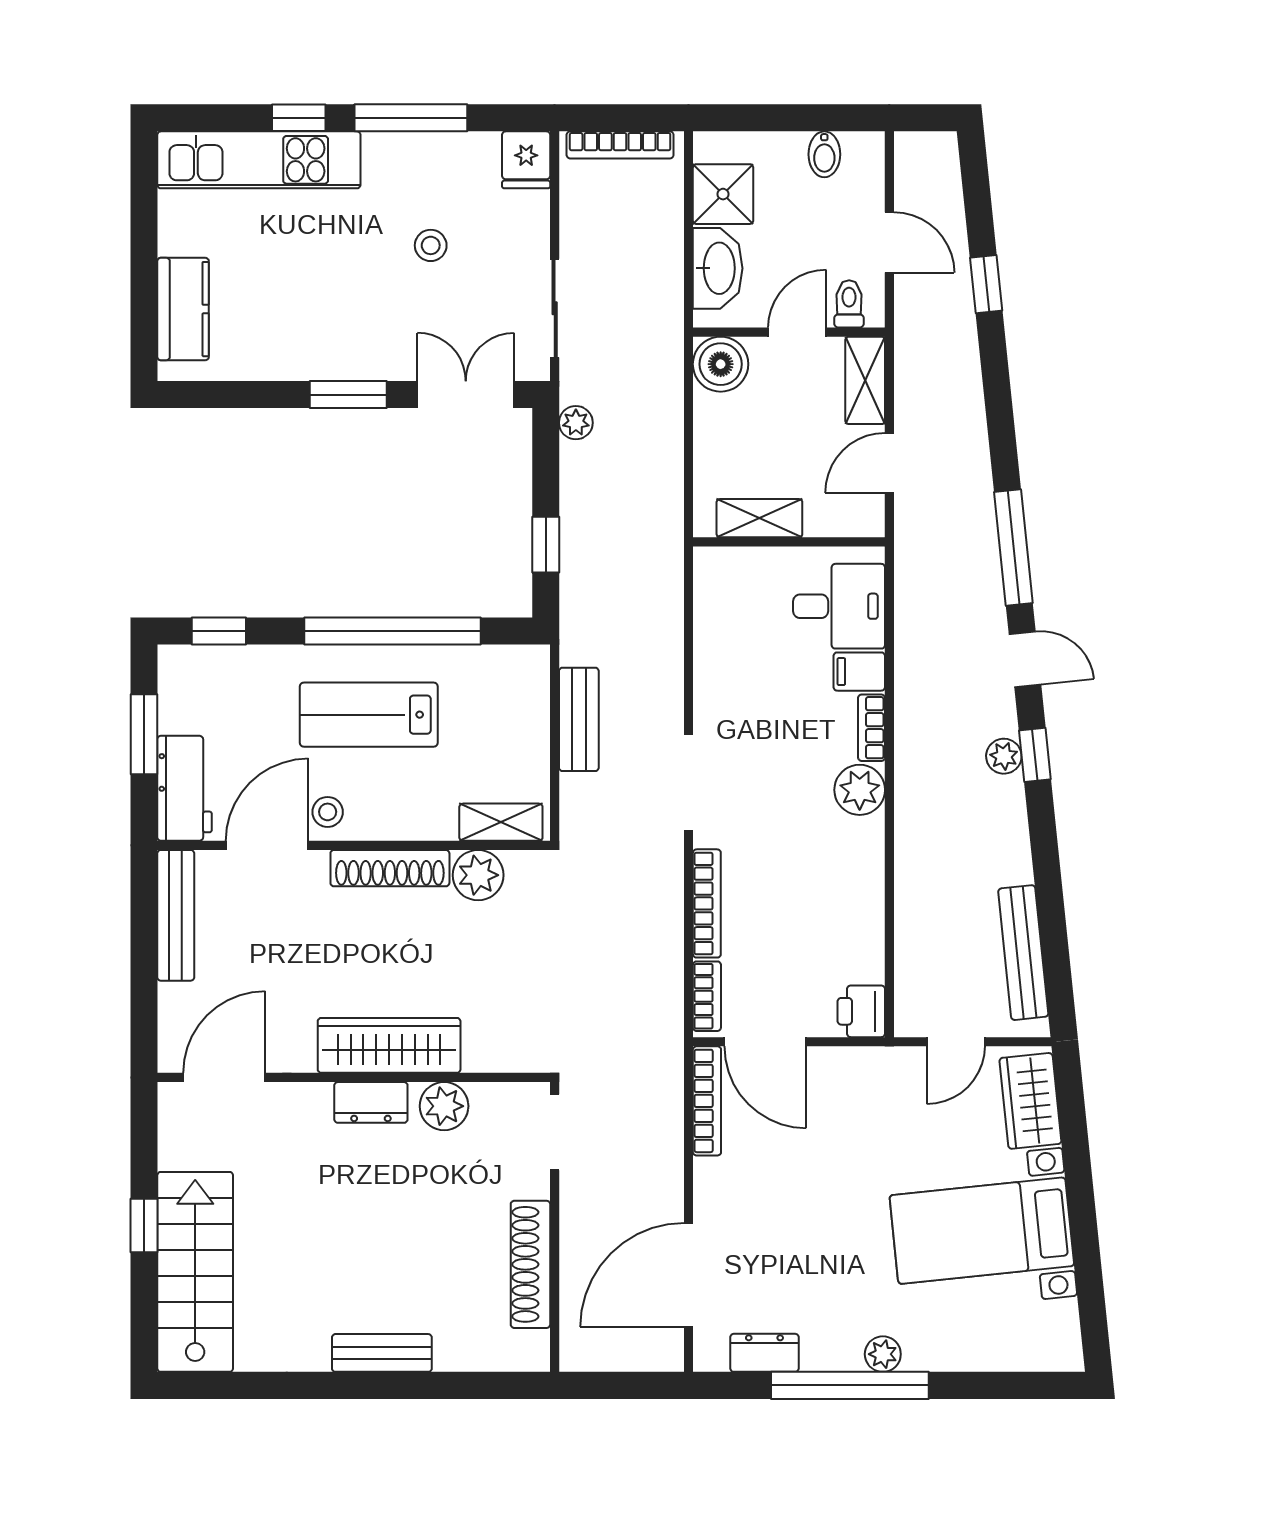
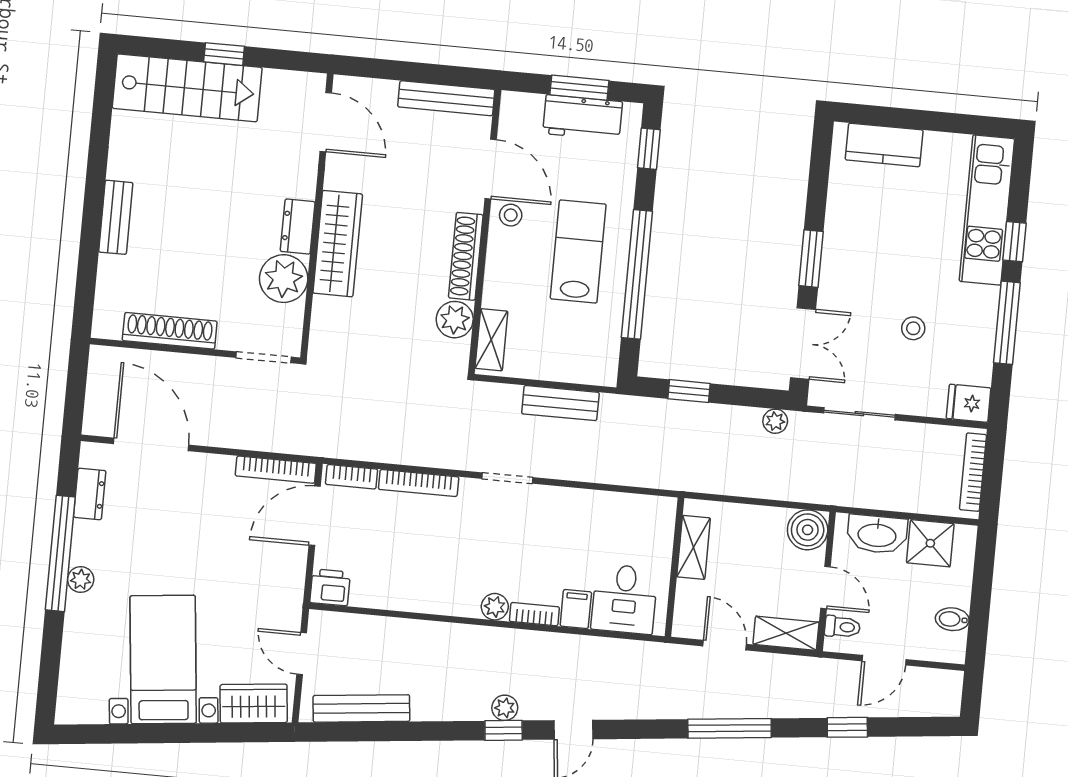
window: (1013, 547) -> (730, 728), moved
doorway: (688, 783) -> (507, 478), width x0.73
workbench: (185, 788) -> (583, 118), moved
plant: (860, 790) -> (495, 607), width x0.73, depth x0.73
plant: (444, 1106) -> (284, 279), width x1.36, depth x1.36

